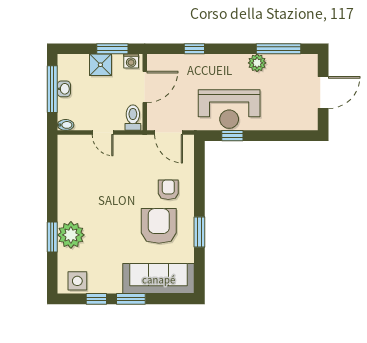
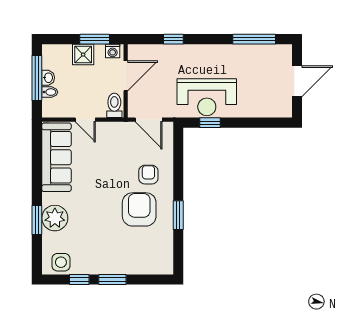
plant: (257, 63) -> (234, 53), removed
bidet: (66, 125) -> (50, 92), moved
sofa: (159, 279) -> (56, 157), moved, turned 90

